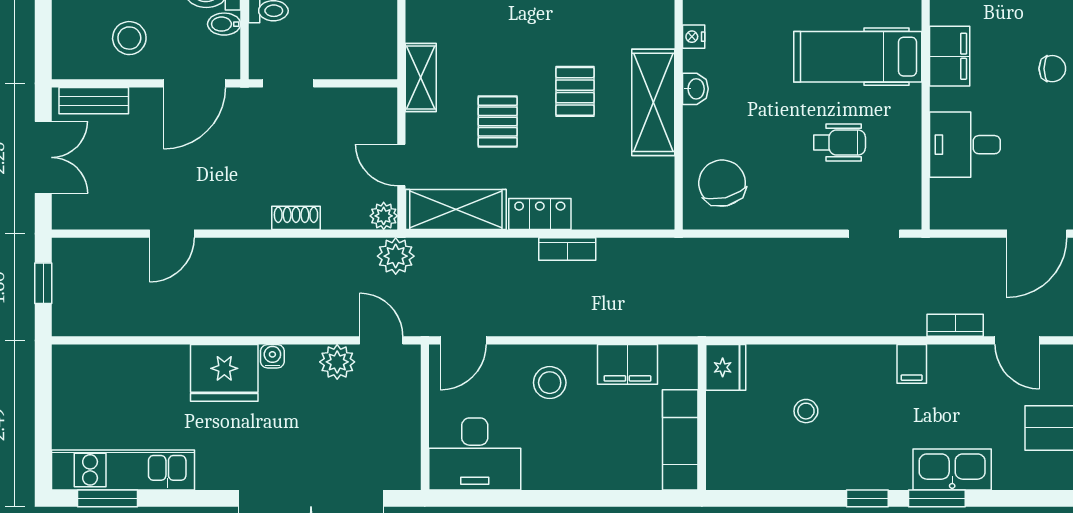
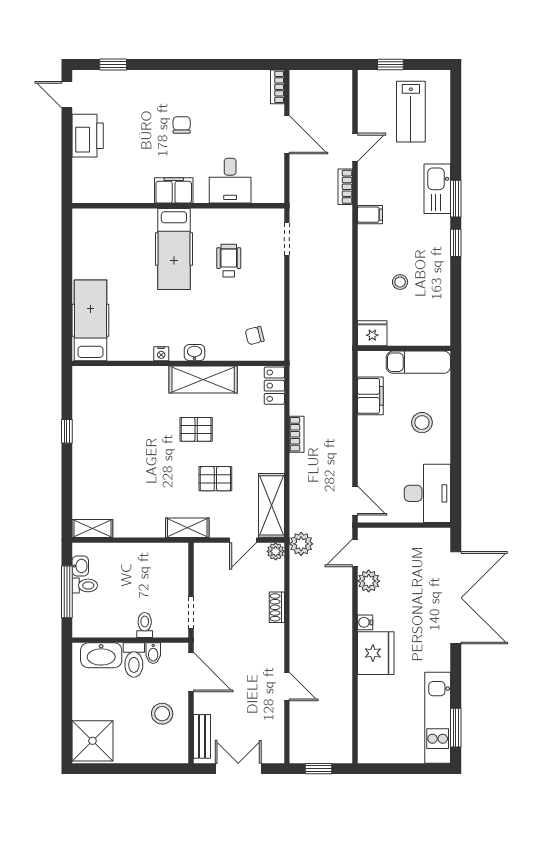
chair: (722, 183) -> (255, 336), width x0.54, depth x0.54
locker: (540, 214) -> (274, 386), moved
stool: (550, 383) -> (422, 423), moved

